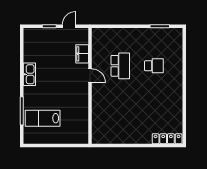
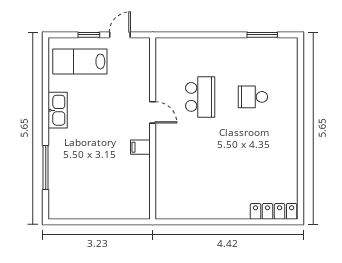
filing cabinet: (82, 54) -> (140, 147), moved, width x0.50
school desk: (154, 66) -> (253, 97), turned 180
lab bench: (43, 118) -> (80, 61), moved

